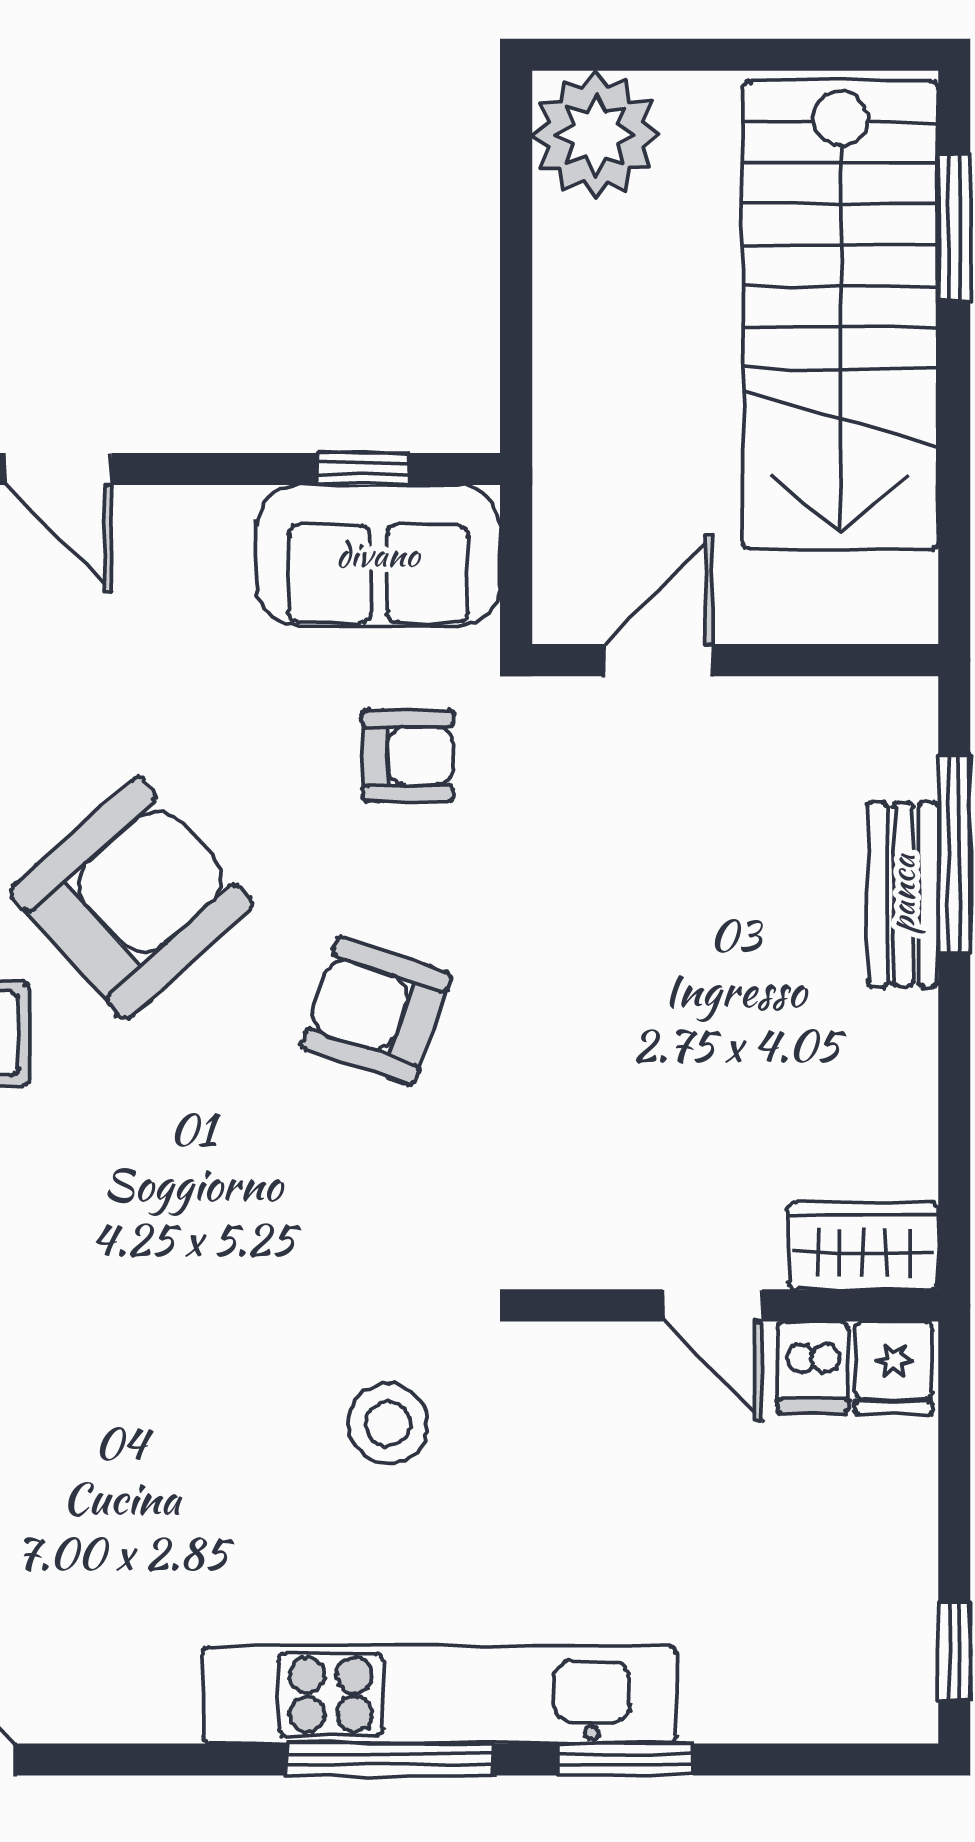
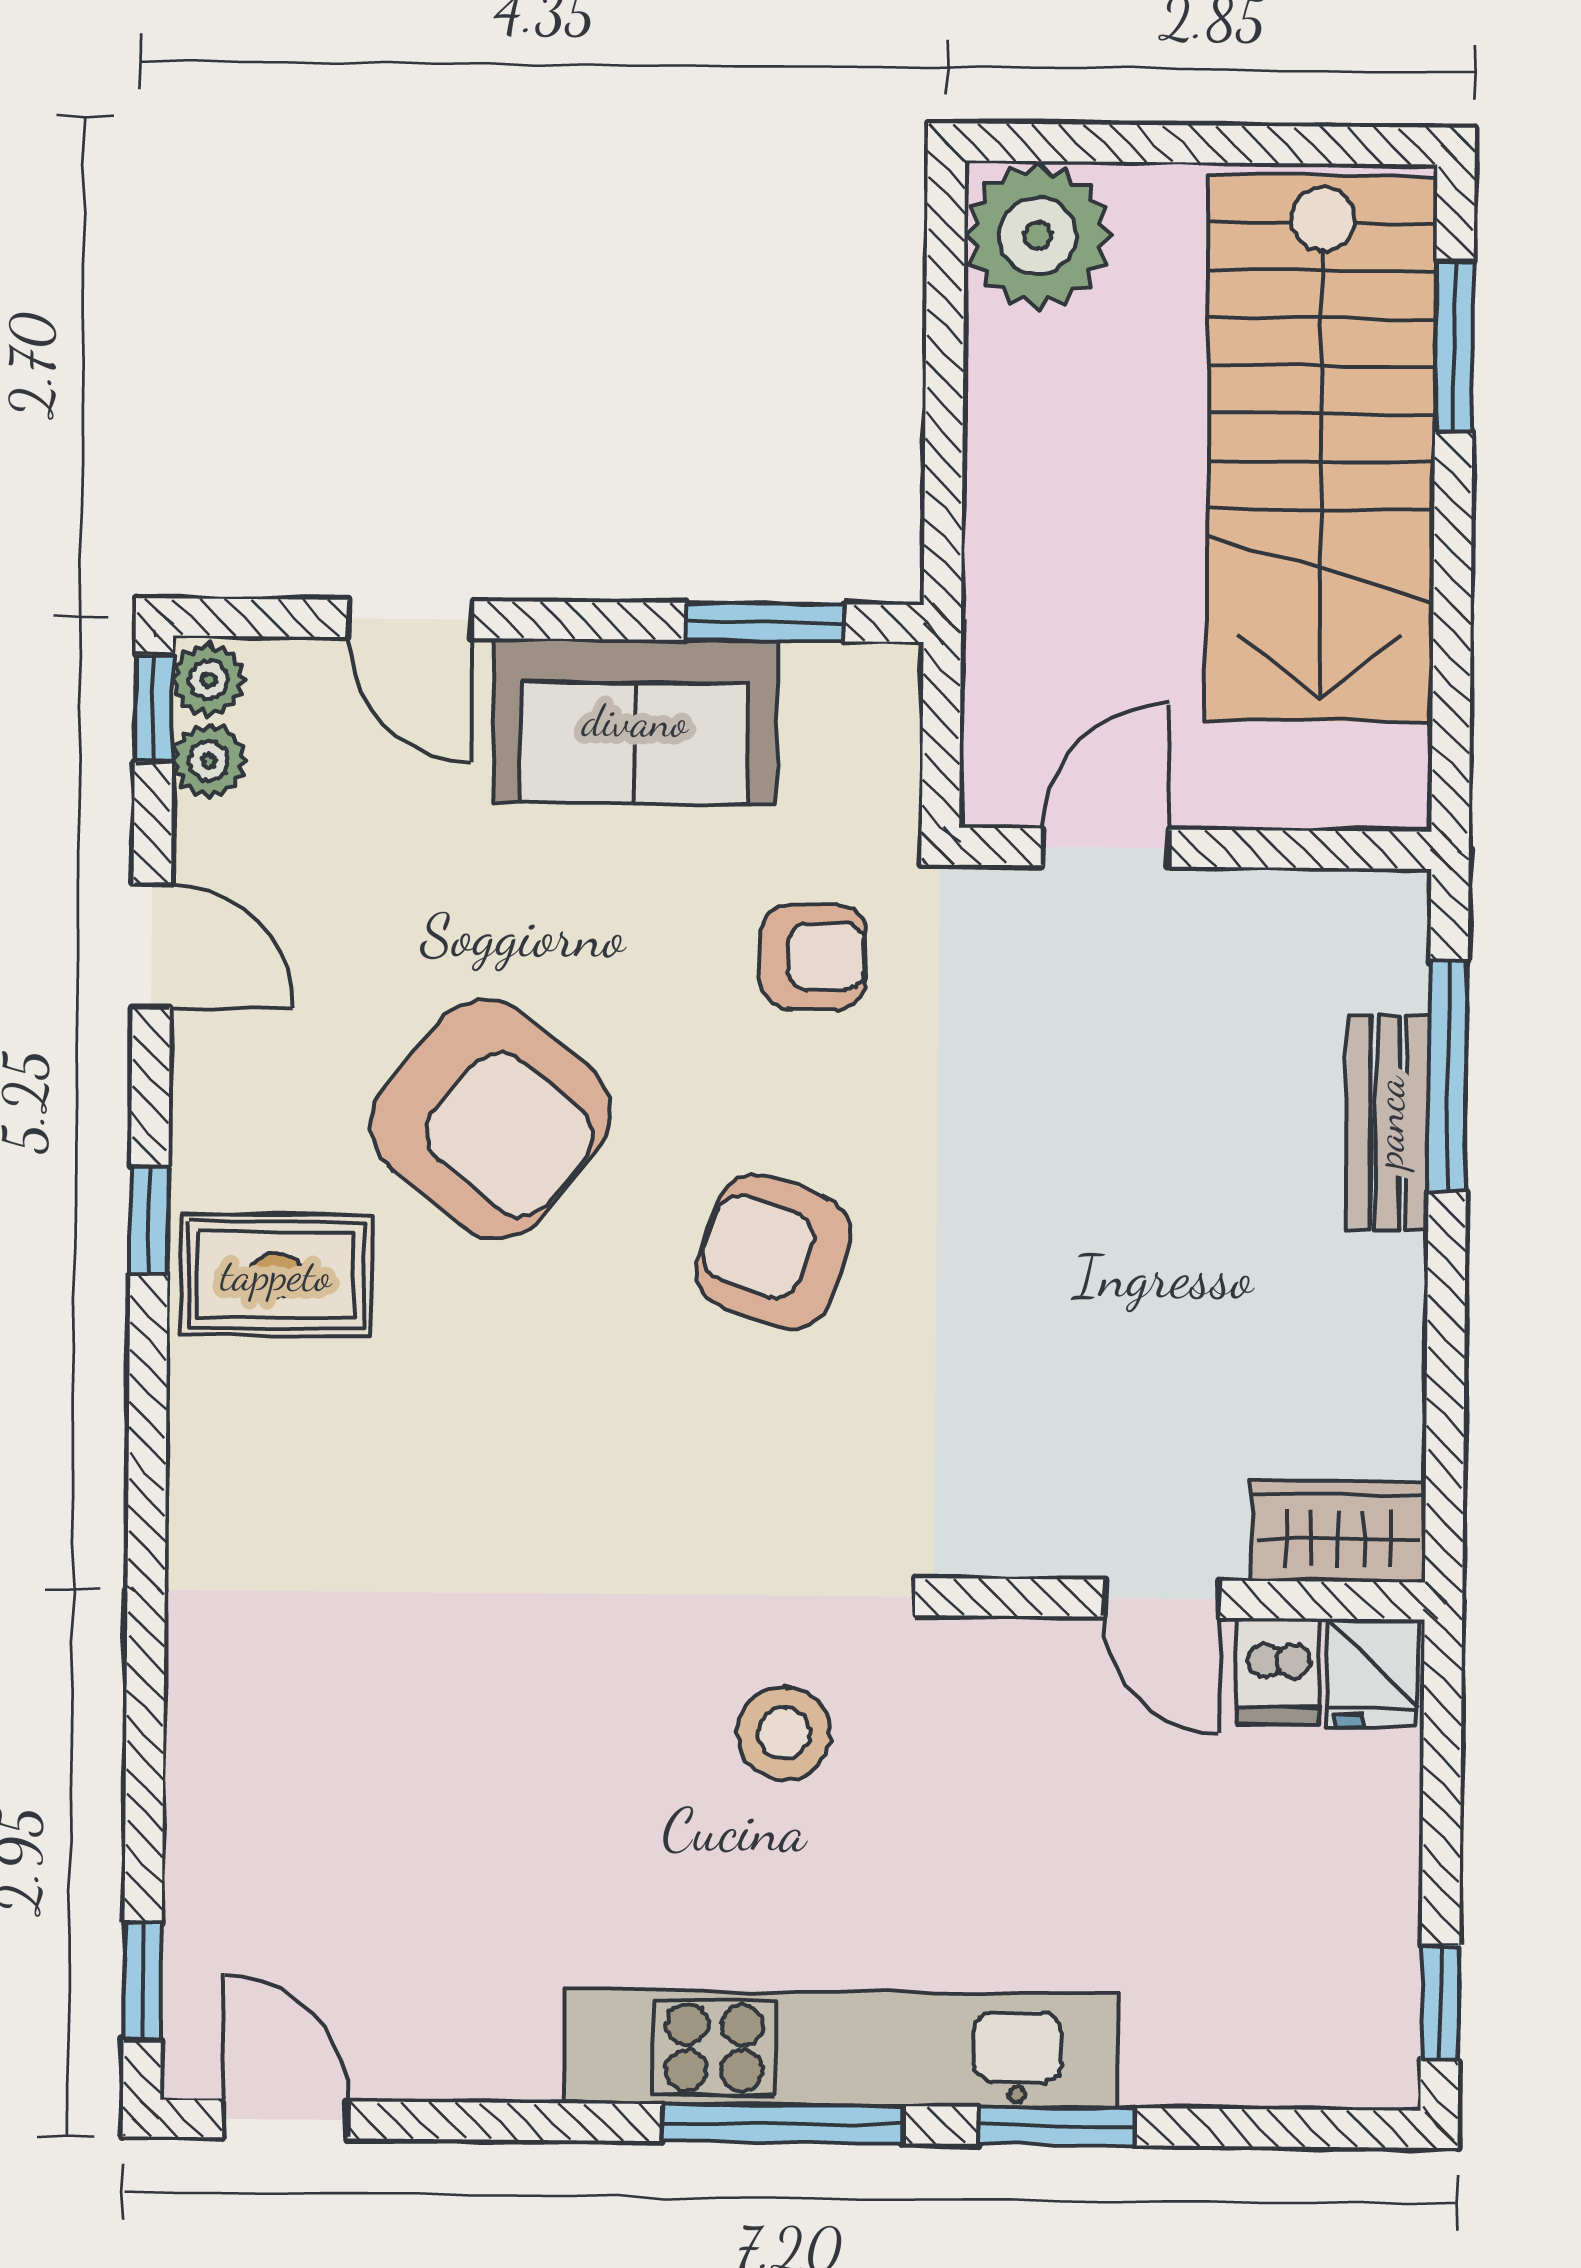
window: (364, 469) -> (765, 622), width x1.50
sofa: (378, 555) -> (635, 721), moved
armchair: (132, 898) -> (491, 1119), turned 81

